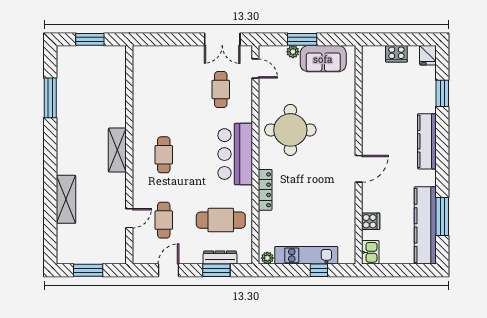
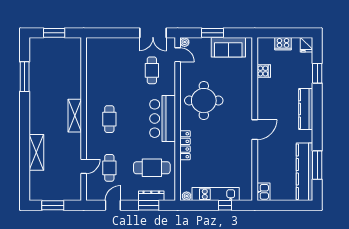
plant: (293, 52) -> (185, 42), moved
cooker: (371, 221) -> (264, 71), moved

